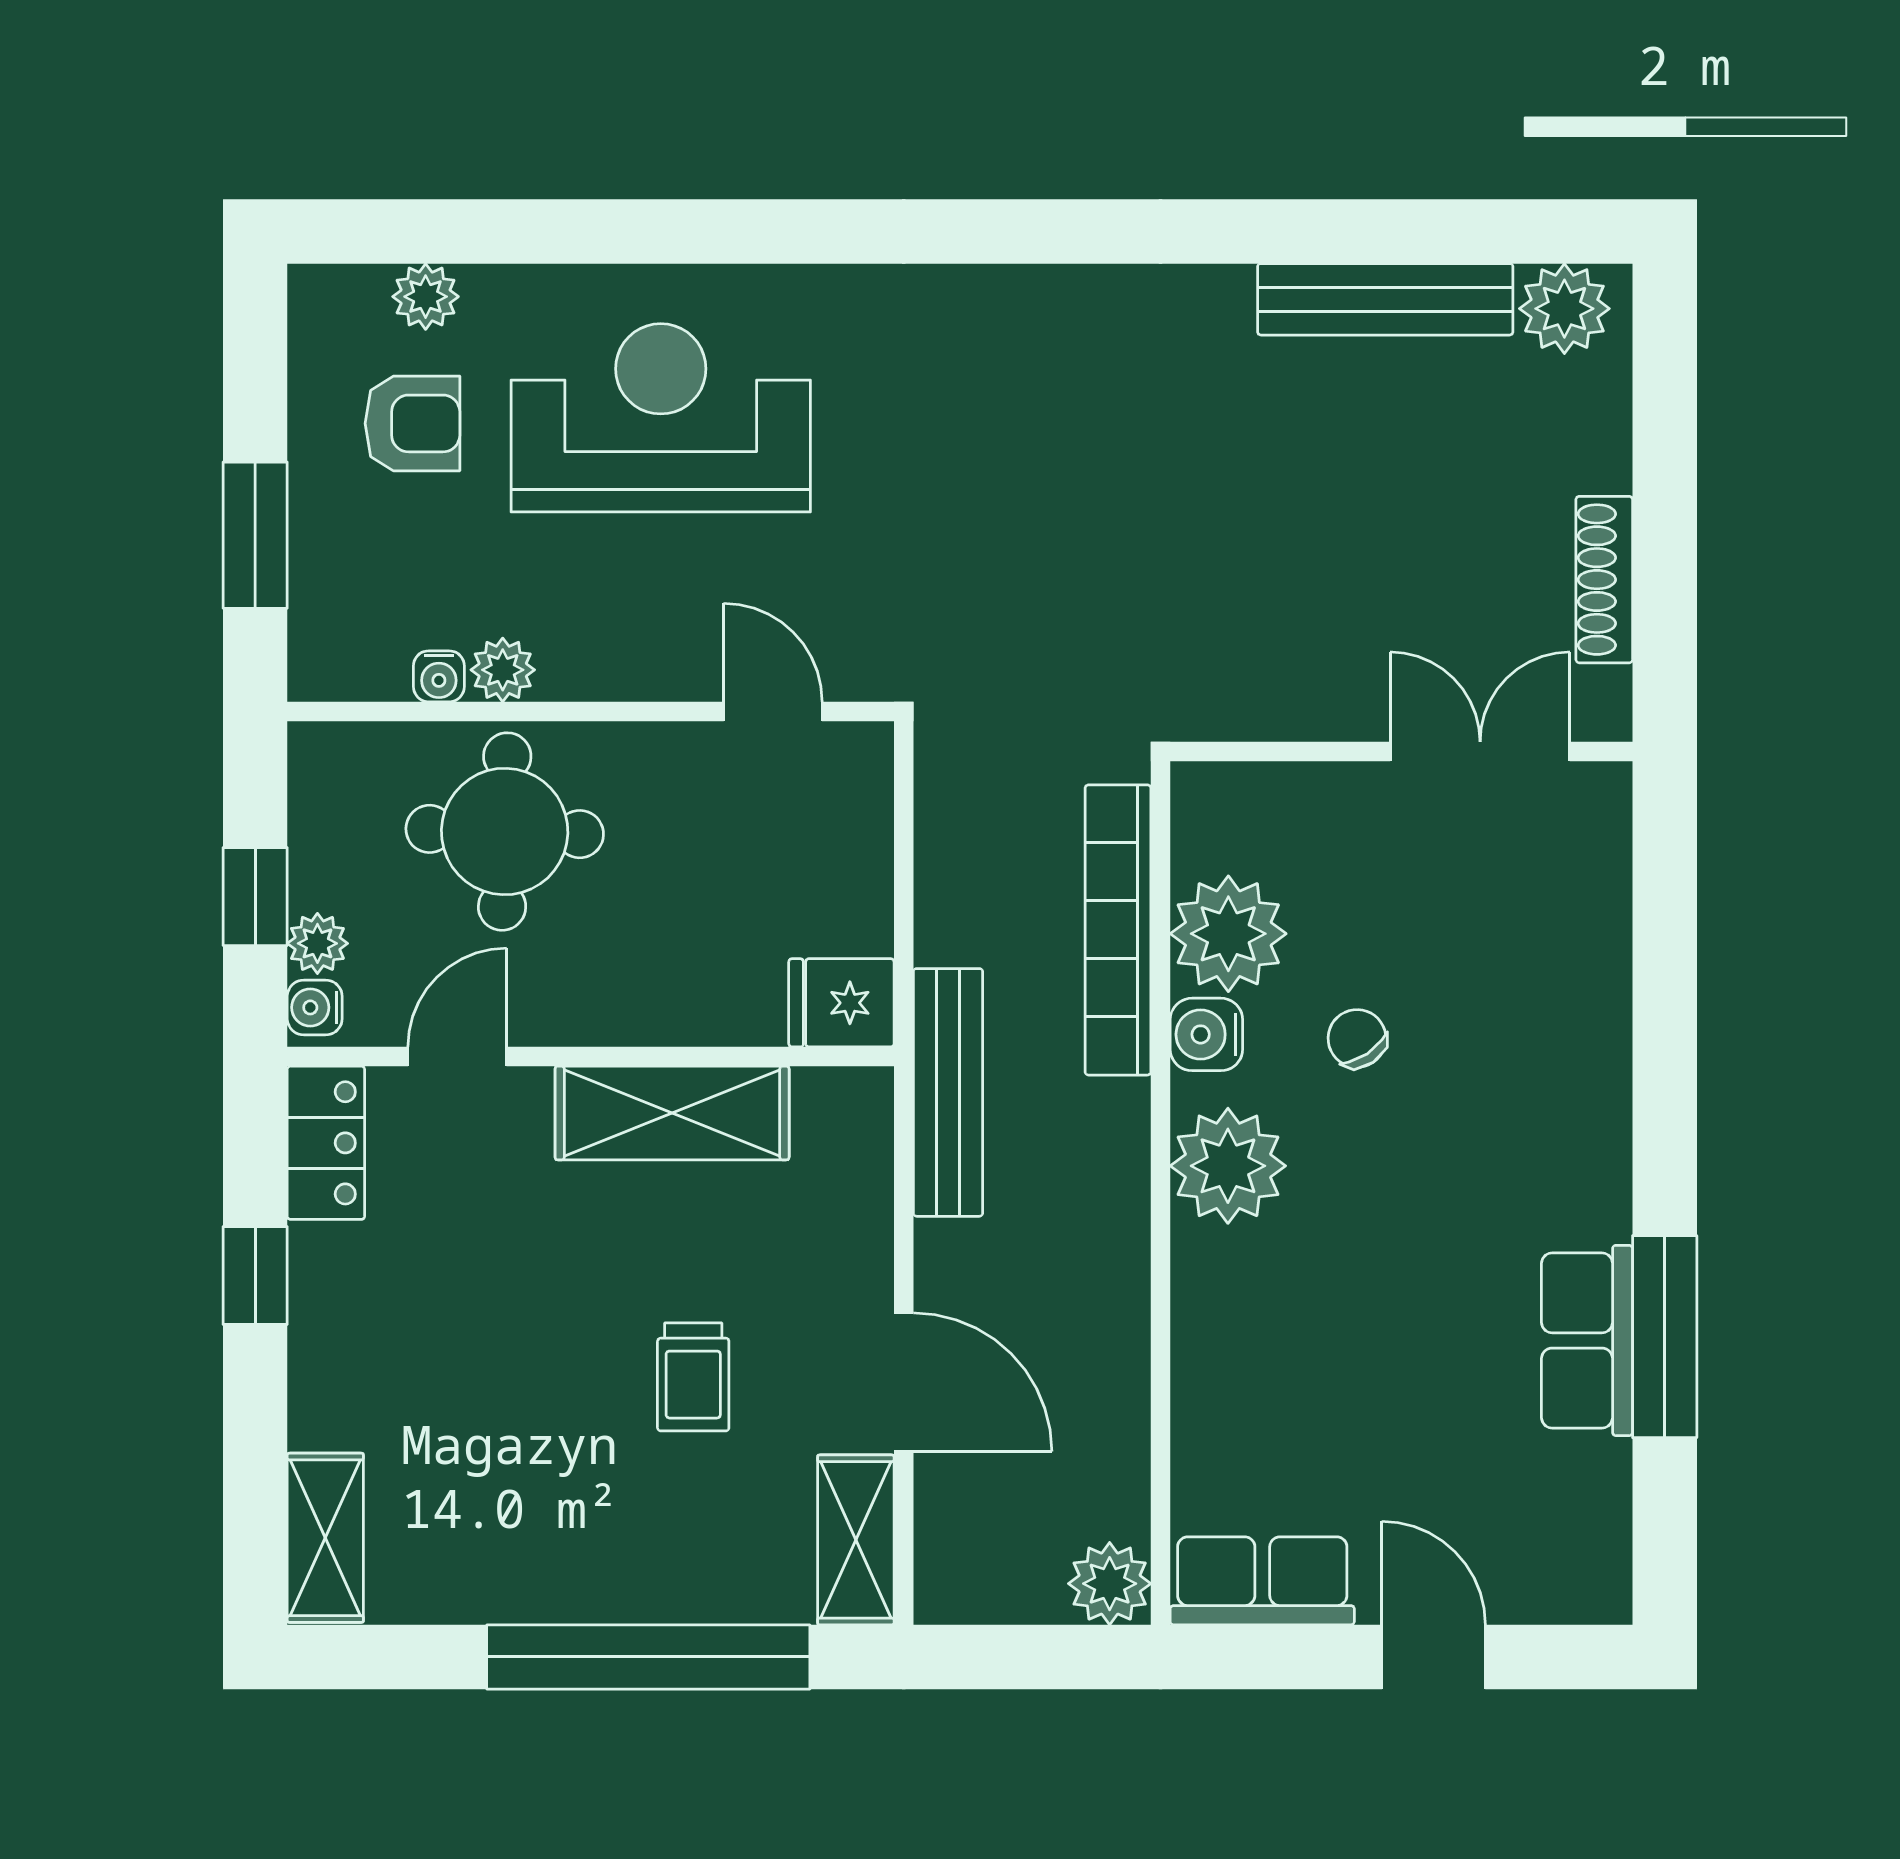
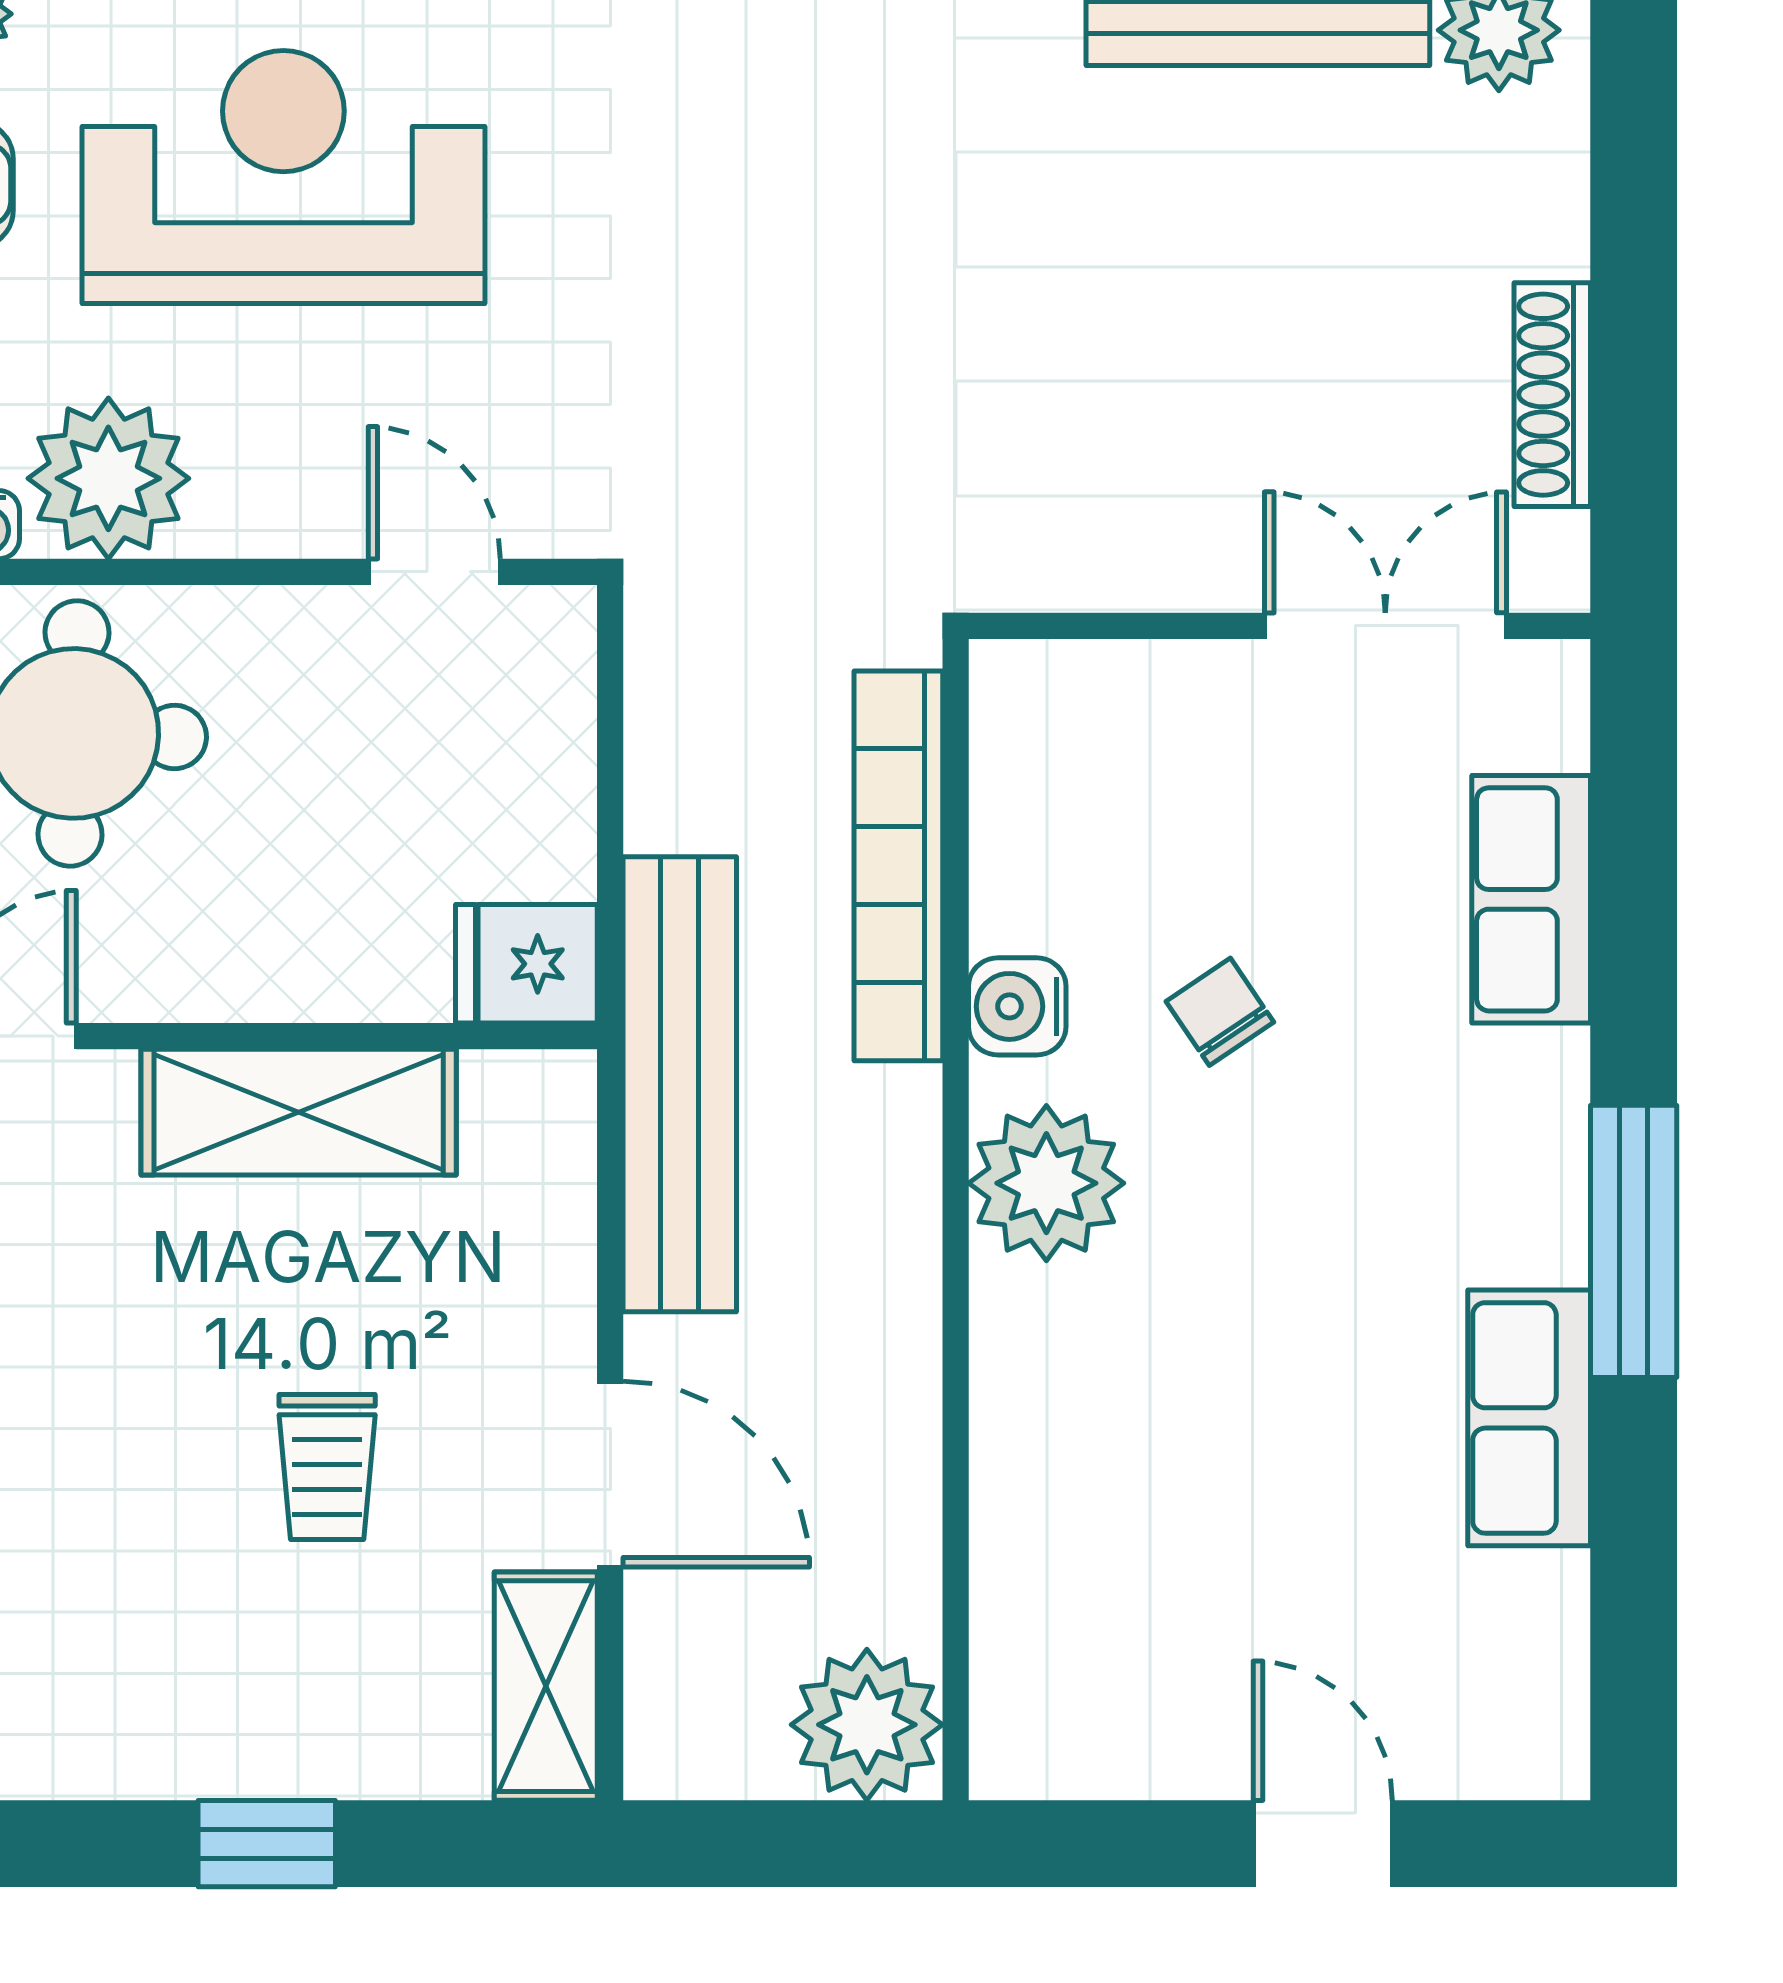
plant: (503, 670) -> (108, 478), width x1.87, depth x1.87
plant: (1228, 934) -> (1047, 871), removed
bench: (948, 1092) -> (680, 1084), width x1.37, depth x1.21
window: (1665, 1337) -> (1634, 1241), moved
row of seats: (1262, 1581) -> (1531, 899), moved, turned -90
plant: (1110, 1584) -> (867, 1725), width x1.36, depth x1.36
window: (648, 1657) -> (267, 1844), width x0.32

